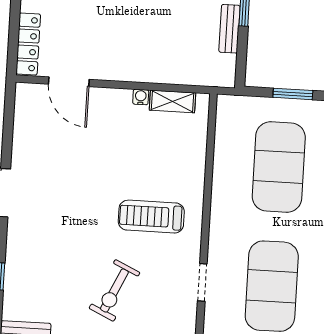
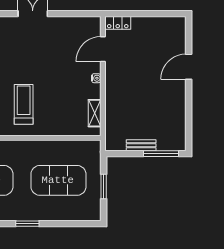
locker: (28, 44) -> (118, 23), width x0.66
water cooler: (141, 97) -> (96, 78), moved

